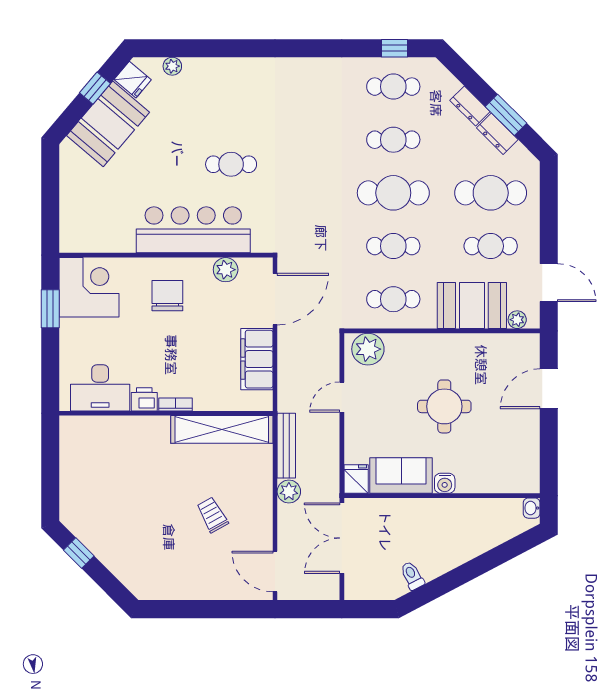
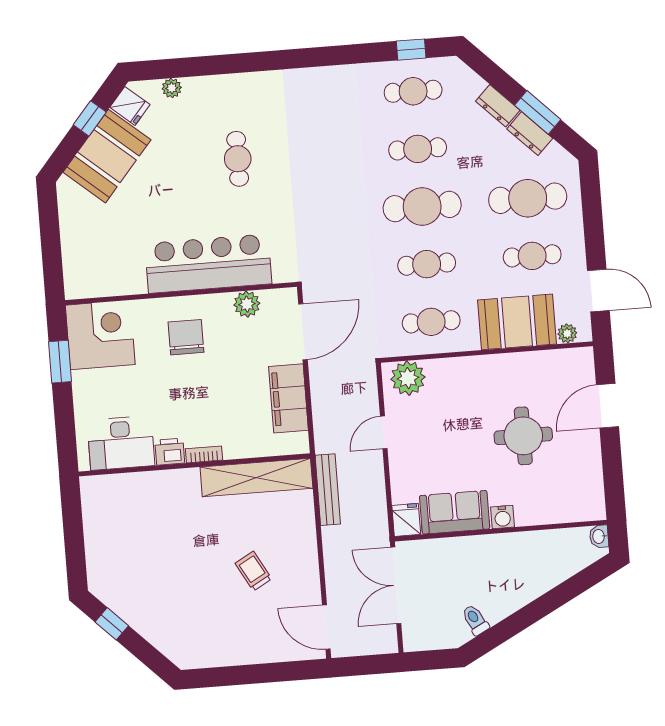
cafe table: (231, 164) -> (238, 159), moved, turned 90
round table: (444, 406) -> (523, 436), moved
plant: (289, 492) -> (334, 539), removed

